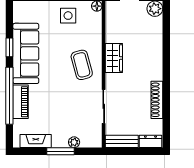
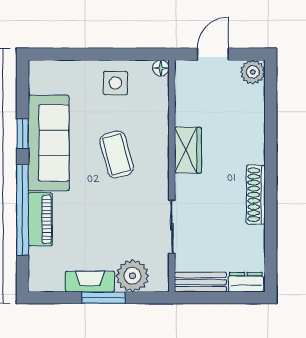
coffee table: (82, 65) -> (117, 154), moved
shoe rack: (157, 100) -> (256, 195), moved
fireplace: (36, 141) -> (90, 282), moved
plant: (74, 142) -> (132, 276), width x1.87, depth x1.87

